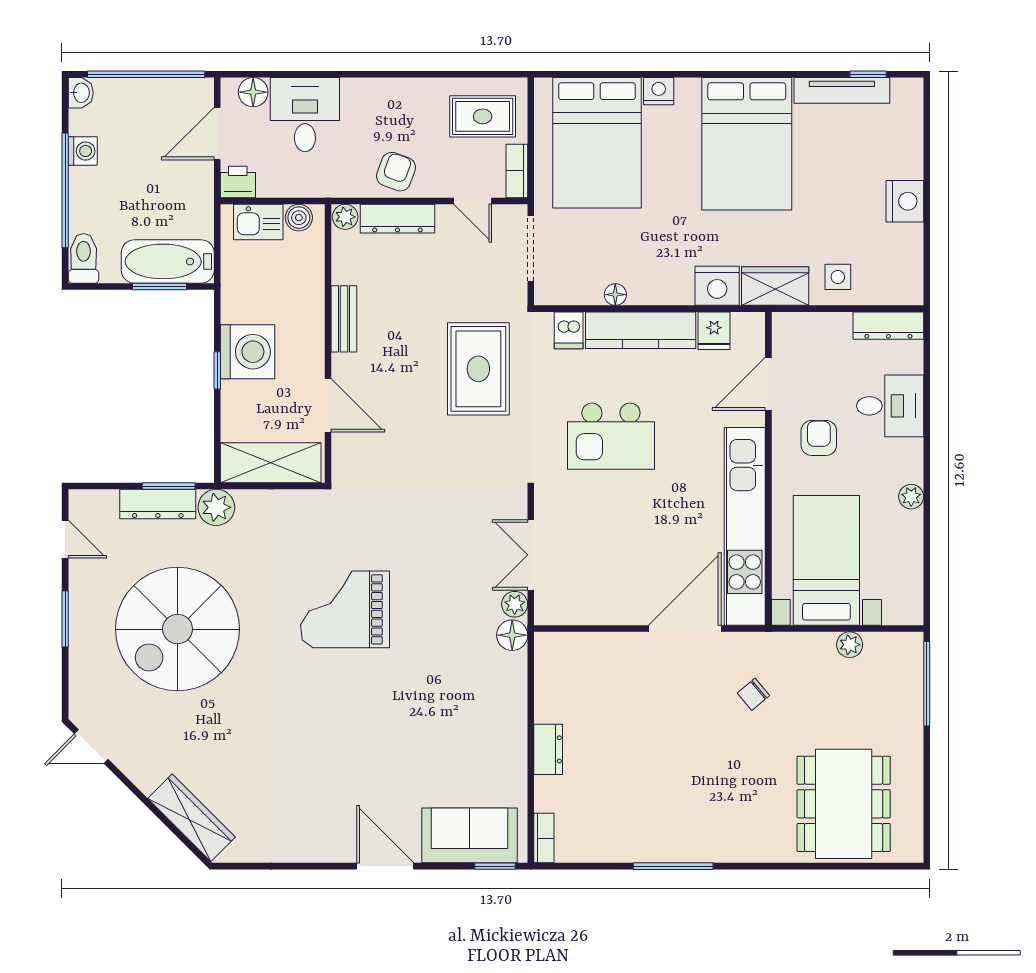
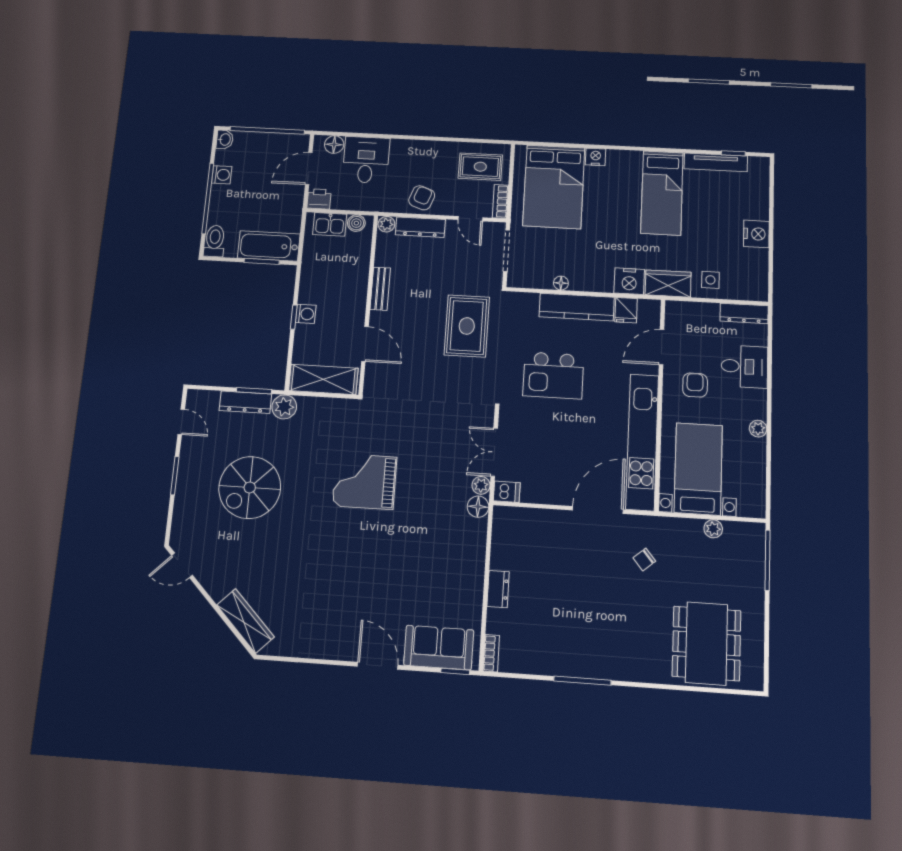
bed: (747, 144) -> (662, 193), width x0.67
dishwasher: (569, 330) -> (507, 492), moved, turned -90
washing machine: (247, 352) -> (306, 314), width x0.53, depth x0.53
spiral stairs: (178, 629) -> (250, 487), width x0.73, depth x0.73

